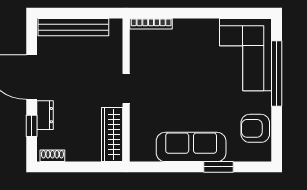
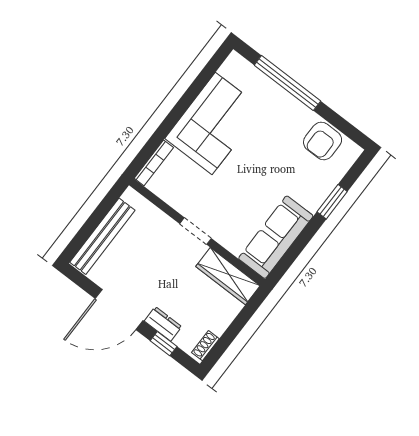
corner sofa: (245, 55) -> (214, 124), moved, turned -90
sofa: (191, 147) -> (276, 237), moved

